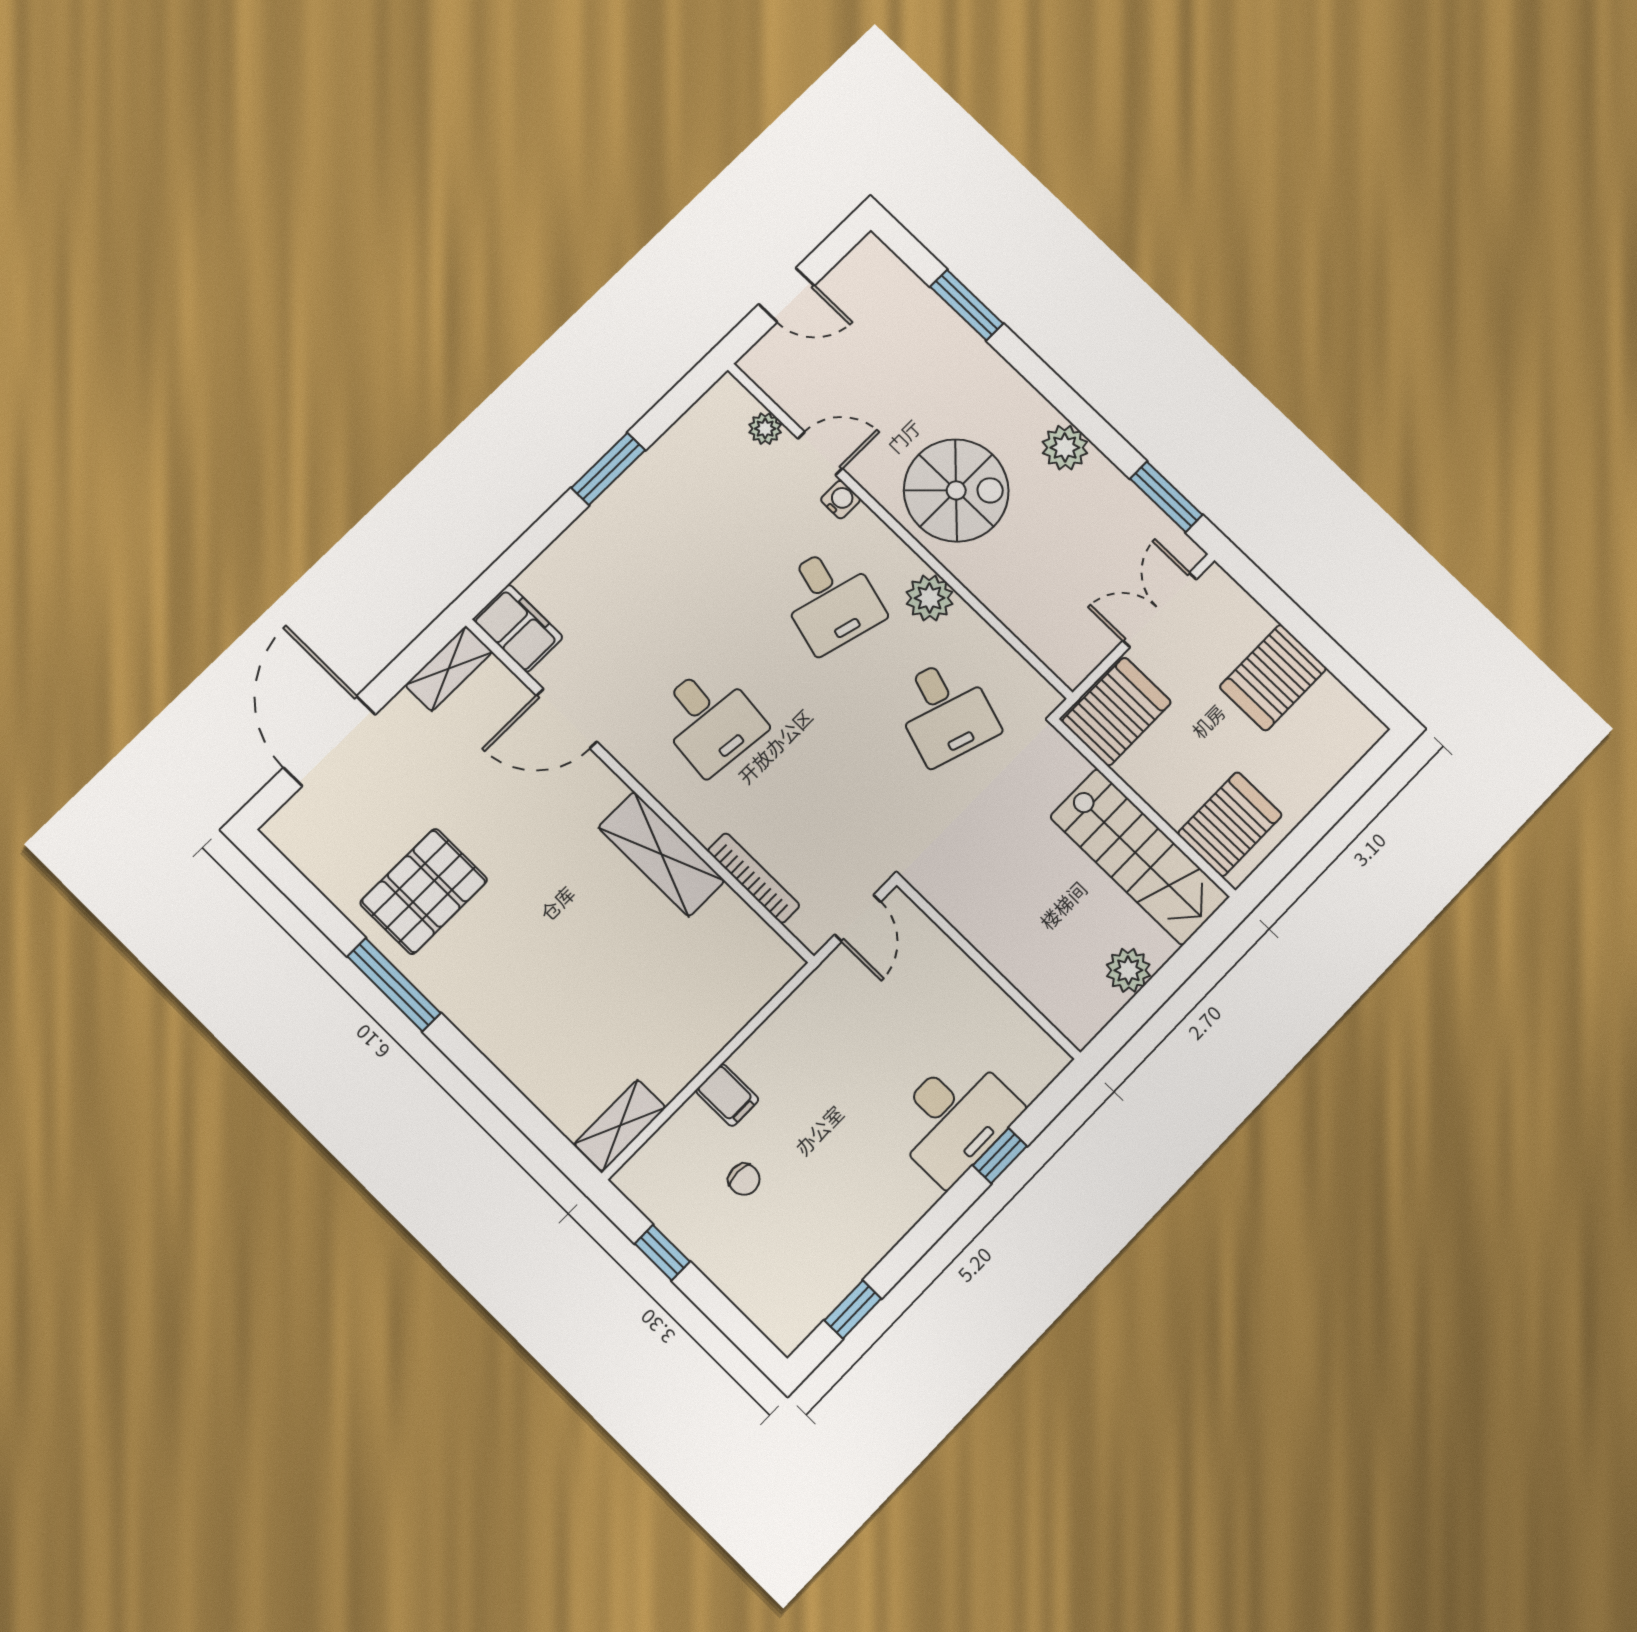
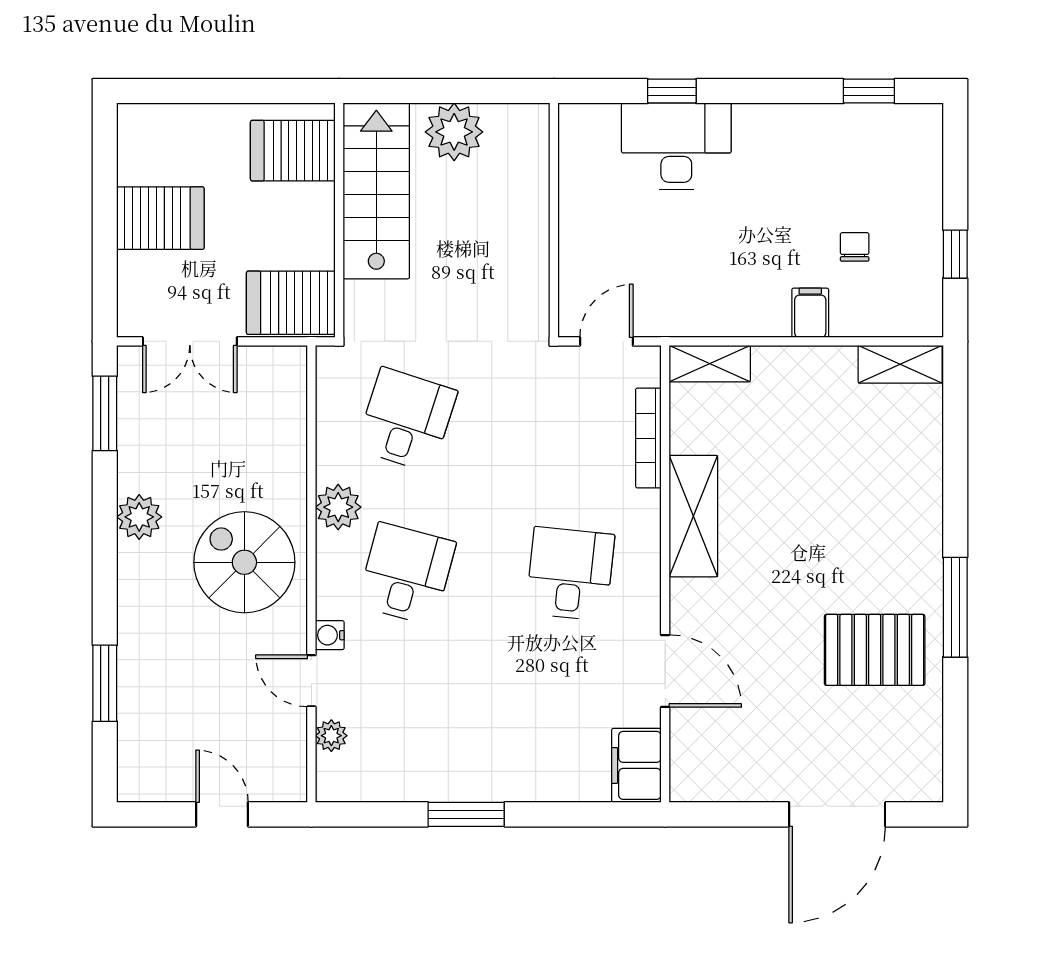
shelving: (449, 669) -> (710, 364), moved
plant: (1128, 970) -> (454, 132), width x1.36, depth x1.36

